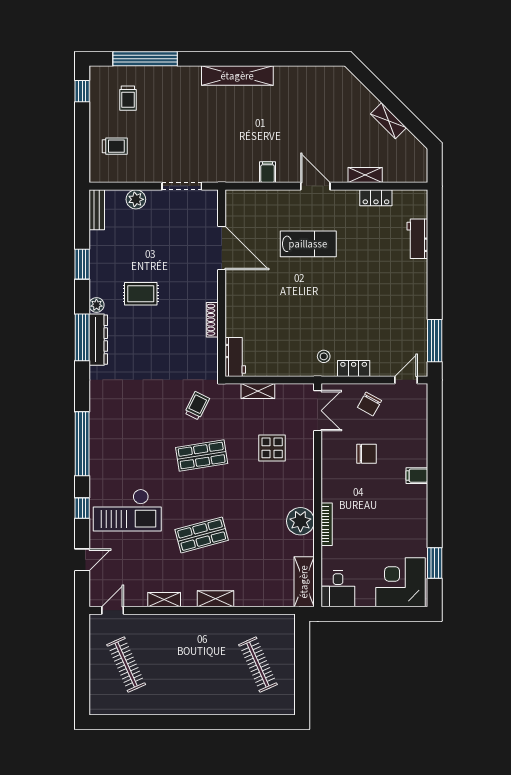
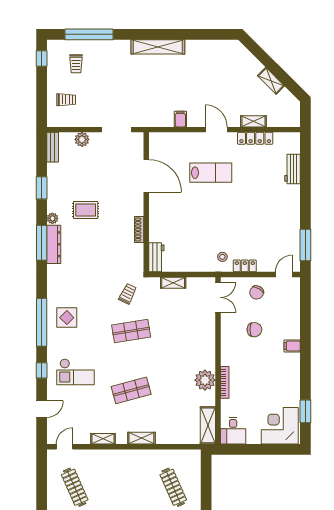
locker: (376, 198) -> (255, 138), width x1.53
display table: (272, 448) -> (67, 318), moved
checkout: (127, 510) -> (75, 372), width x0.73, depth x0.83

